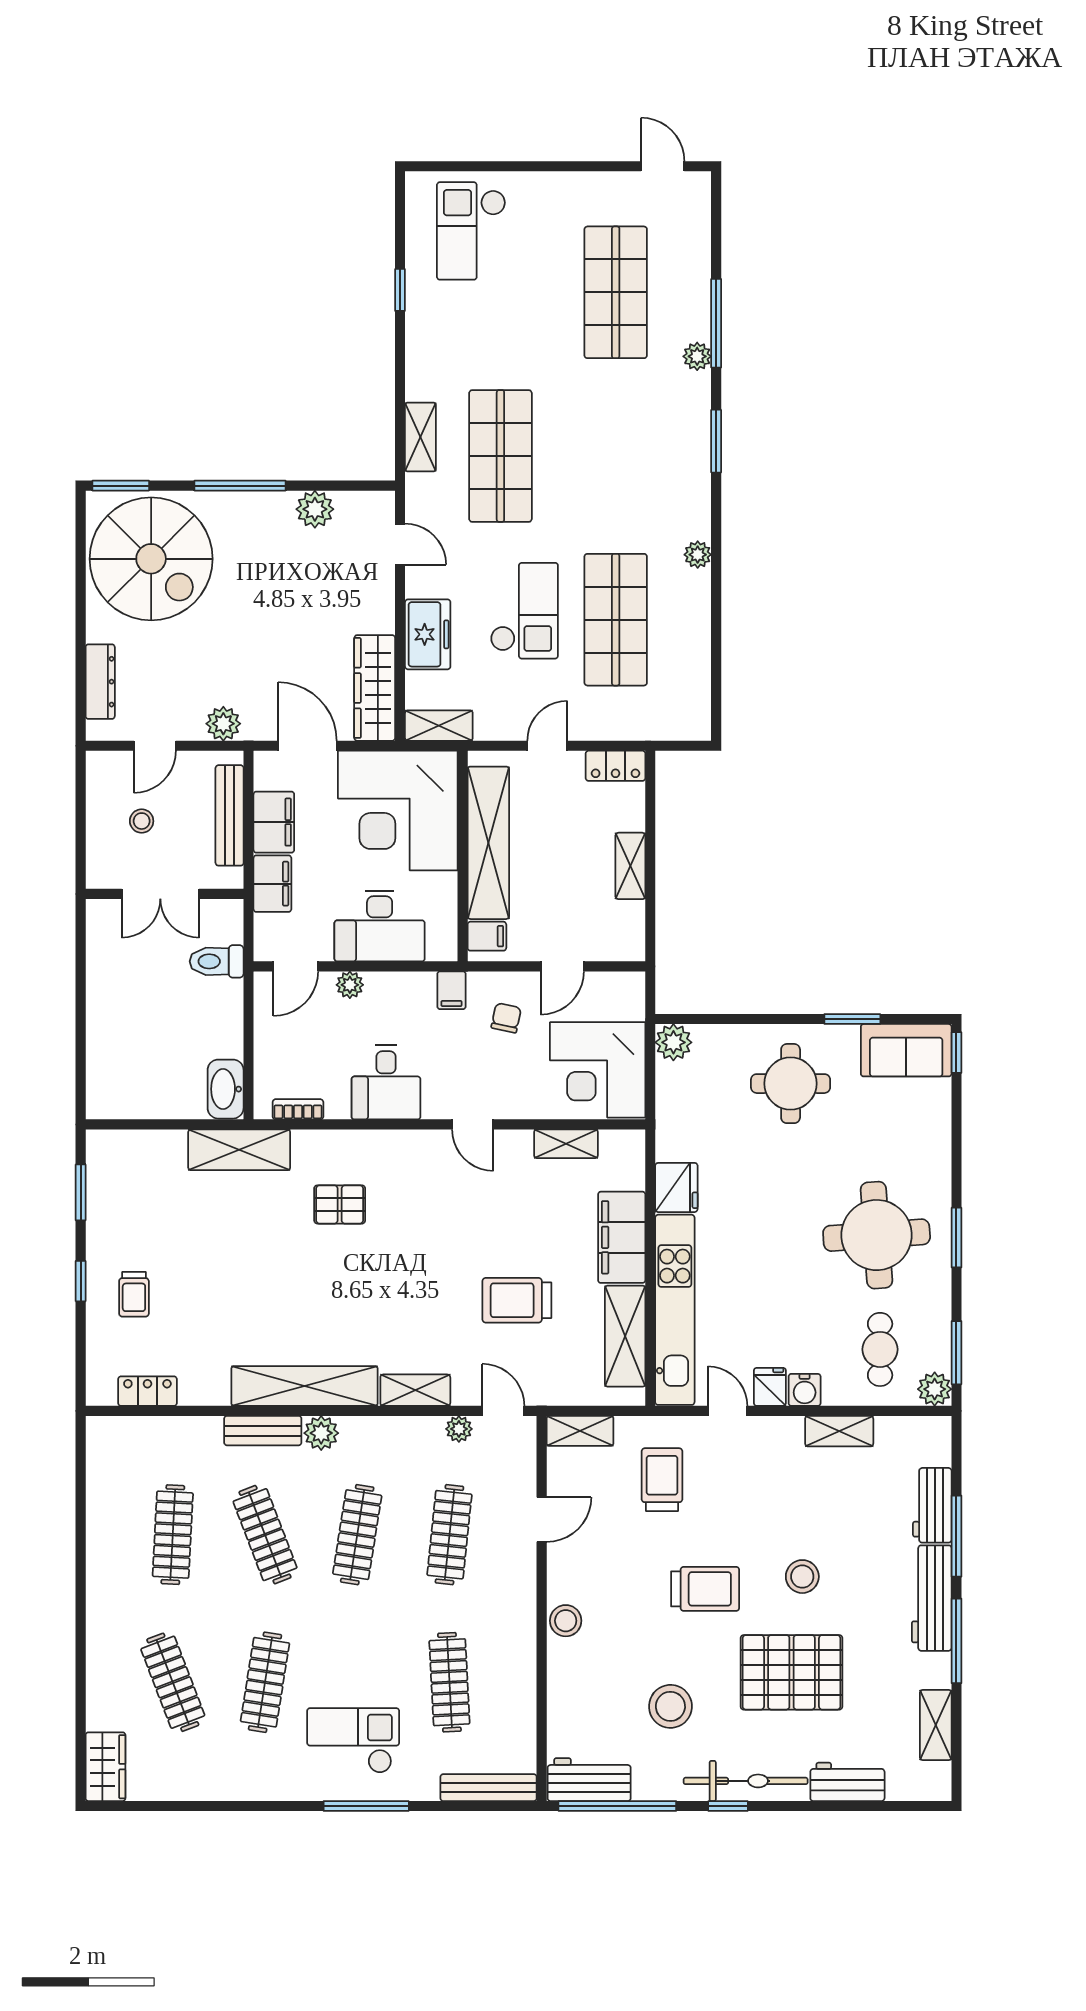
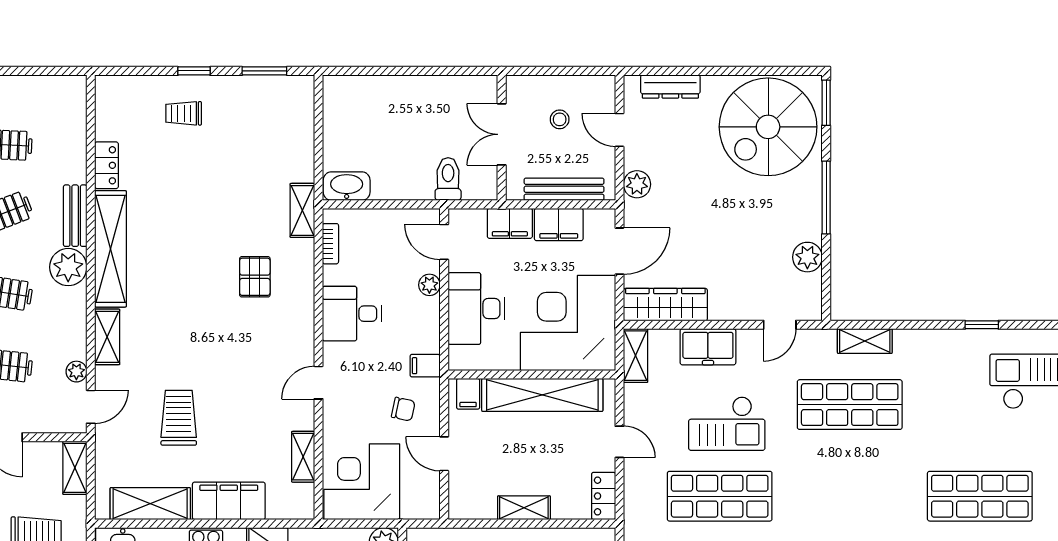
shelving: (239, 1150) -> (302, 210), width x0.67, depth x0.75
locker: (147, 1391) -> (106, 165), moved
plant: (321, 1433) -> (68, 267), width x1.36, depth x1.36

